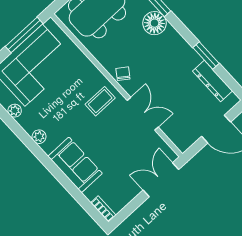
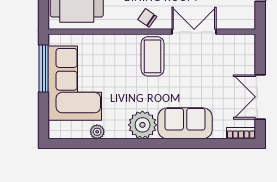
coffee table: (100, 101) -> (152, 56), width x1.36, depth x1.30
plant: (39, 137) -> (142, 125), width x1.88, depth x1.88
double door: (161, 180) -> (260, 97), moved

